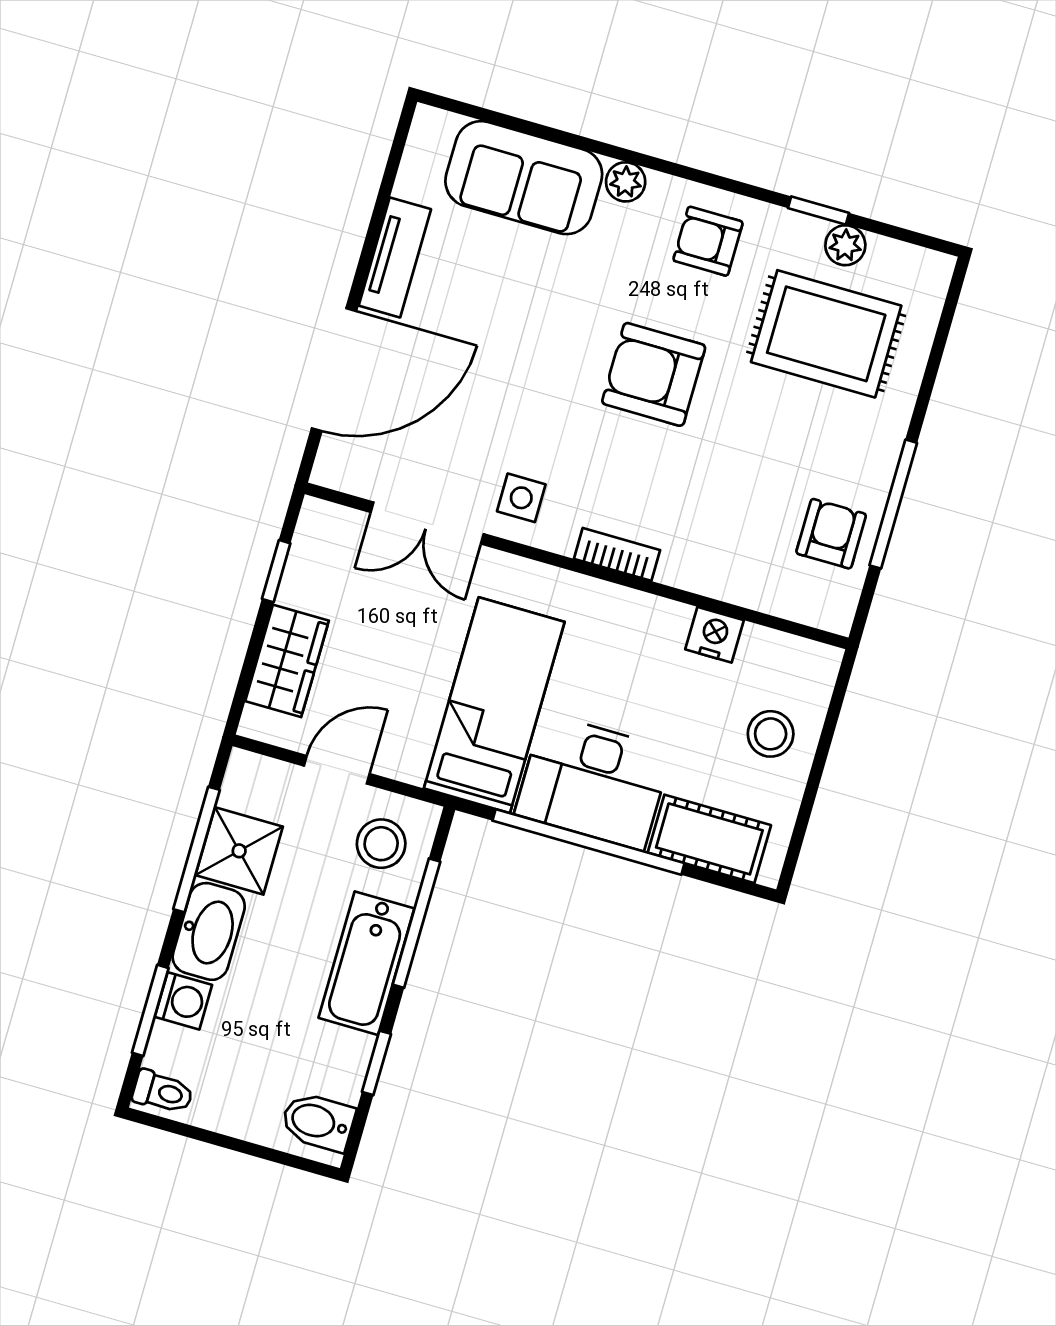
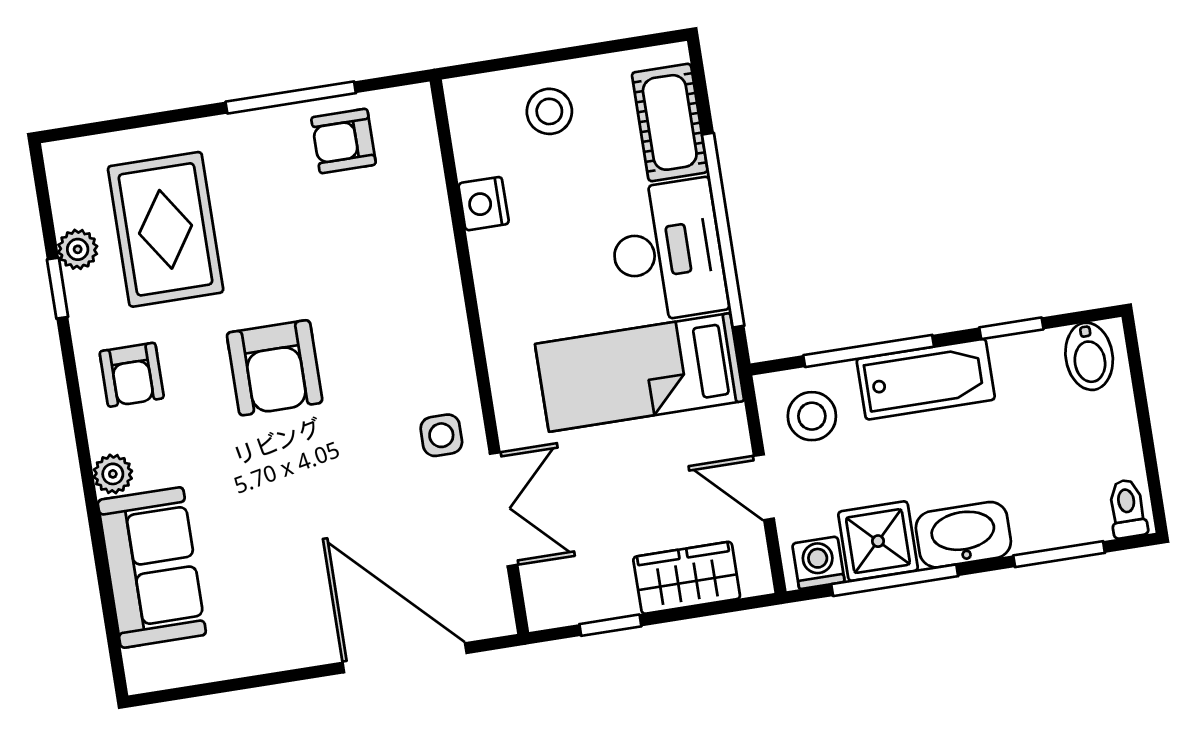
tv unit: (395, 257) -> (278, 650), removed
bookcase: (617, 554) -> (452, 325), removed
washing machine: (183, 1001) -> (818, 563), moved

